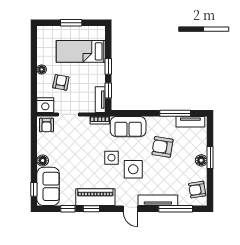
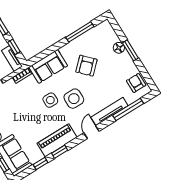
tv unit: (190, 122) -> (96, 31), removed
armchair: (162, 147) -> (86, 66), turned -53
floor lamp: (201, 160) -> (119, 48), moved
armchair: (197, 190) -> (136, 83), turned 99
door: (131, 209) -> (91, 132), swing flipped

